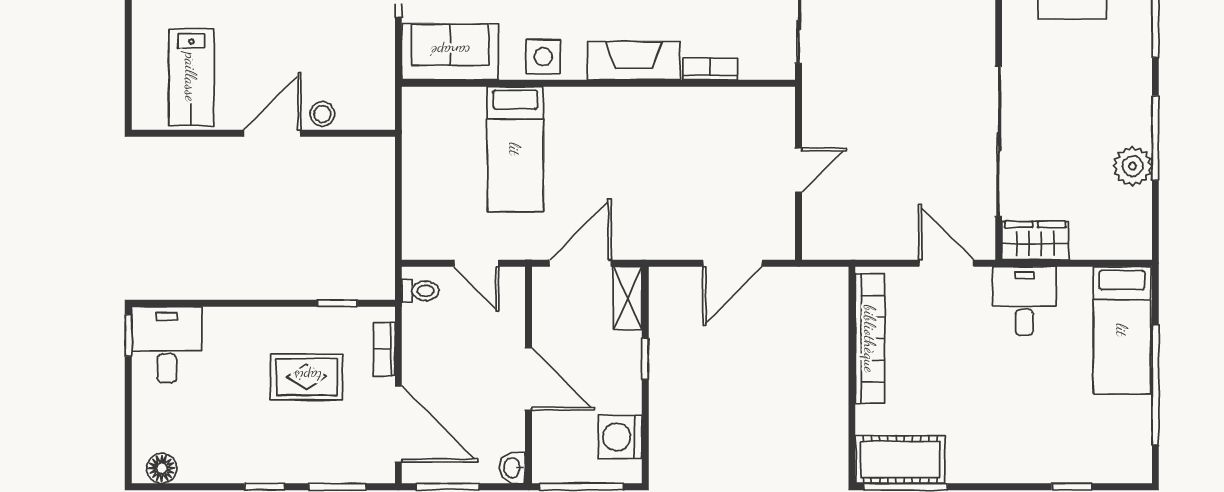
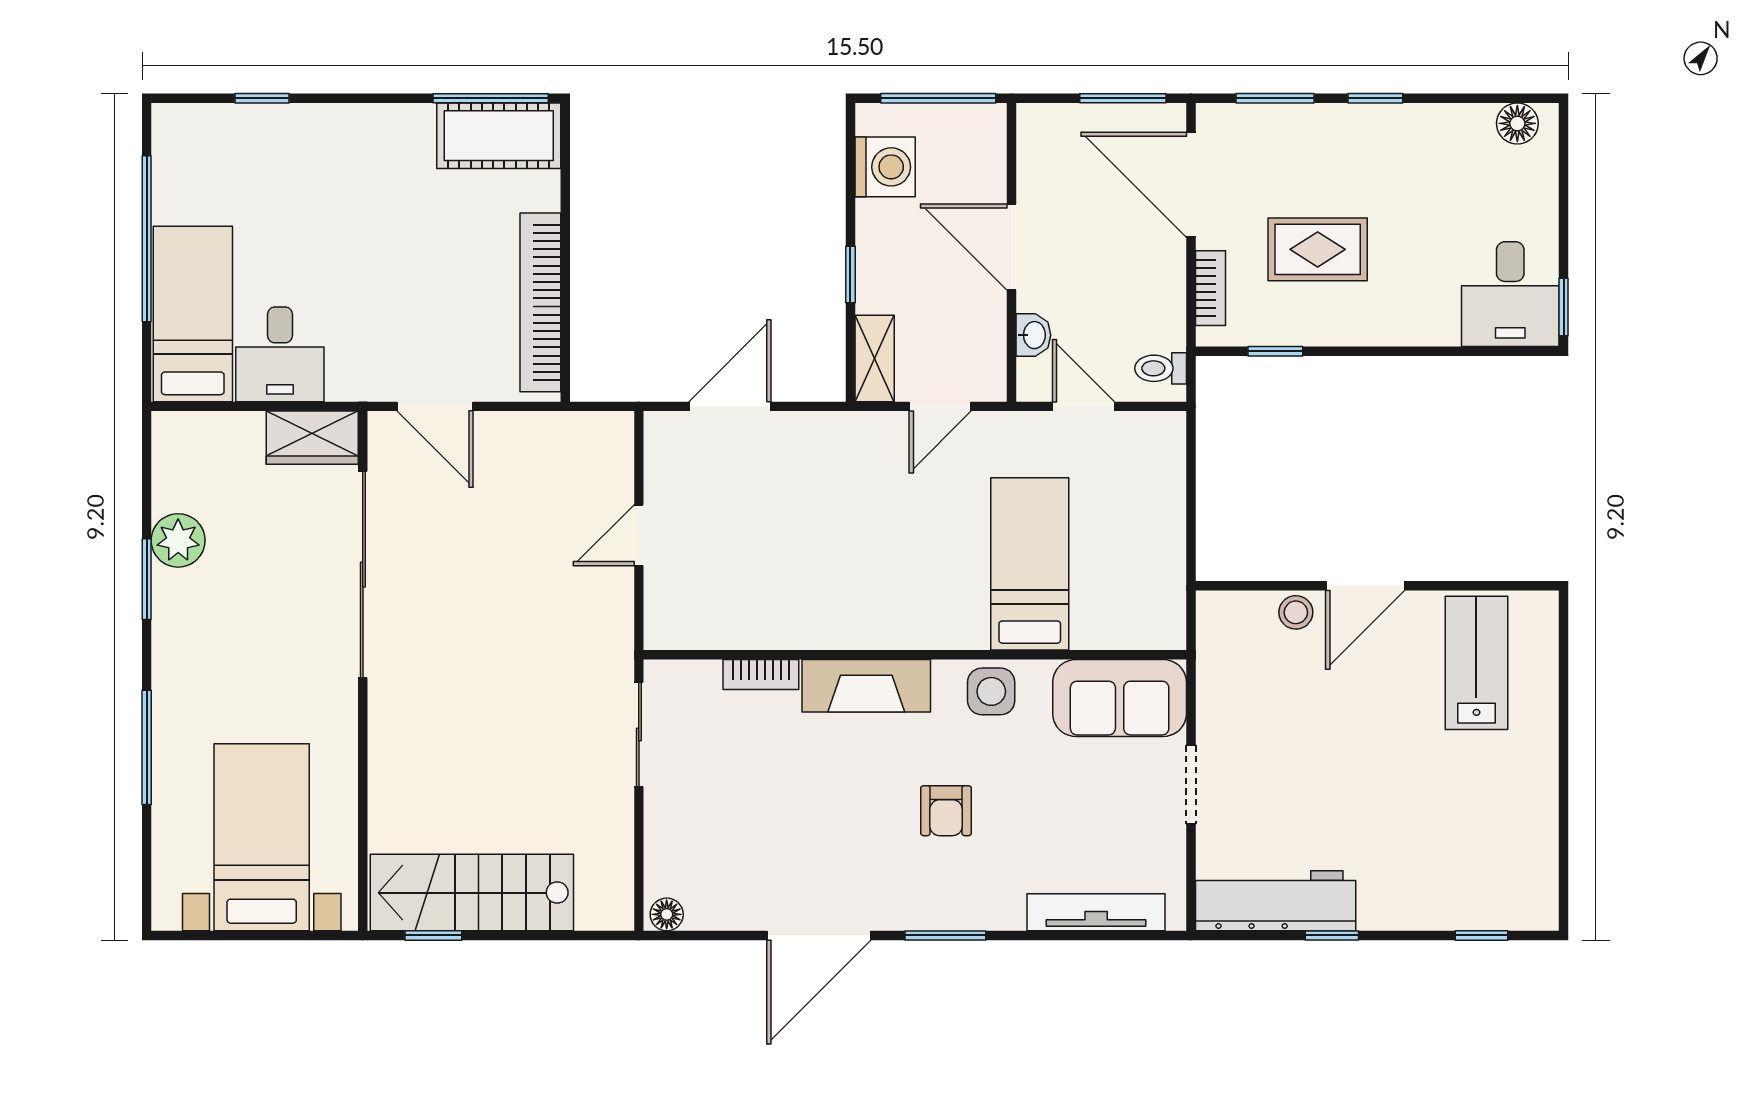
window: (1155, 138) -> (147, 579), width x0.69
door: (580, 263) -> (940, 406), width x0.73
desk: (1024, 301) -> (280, 354), moved
washbasin: (513, 468) -> (1033, 335), moved

